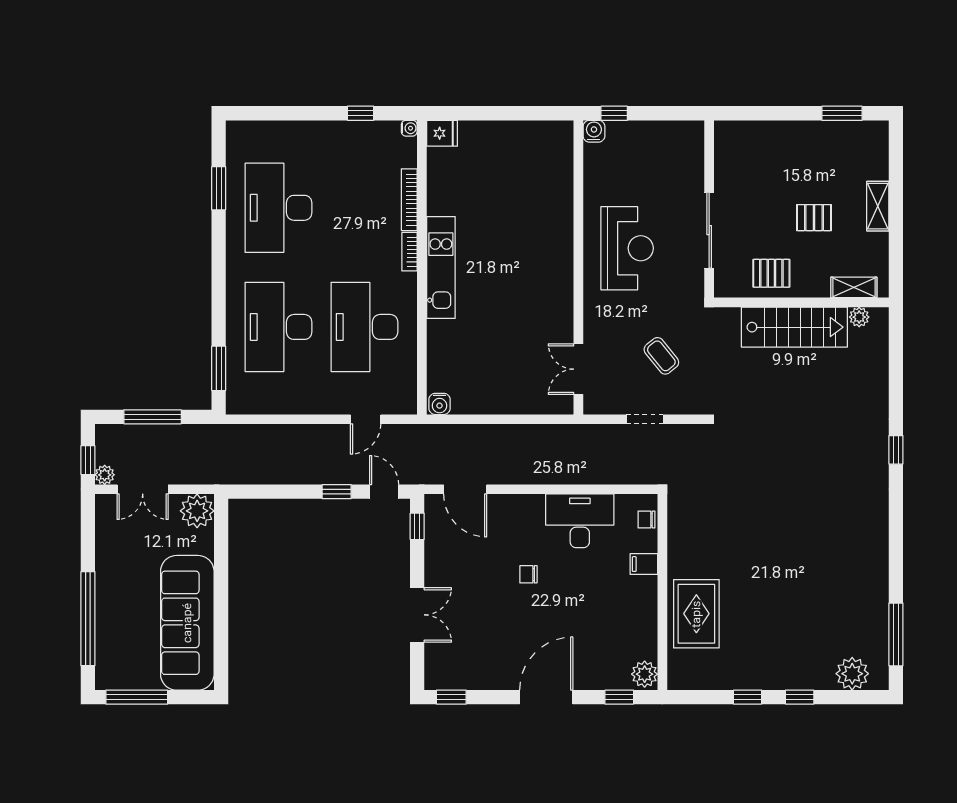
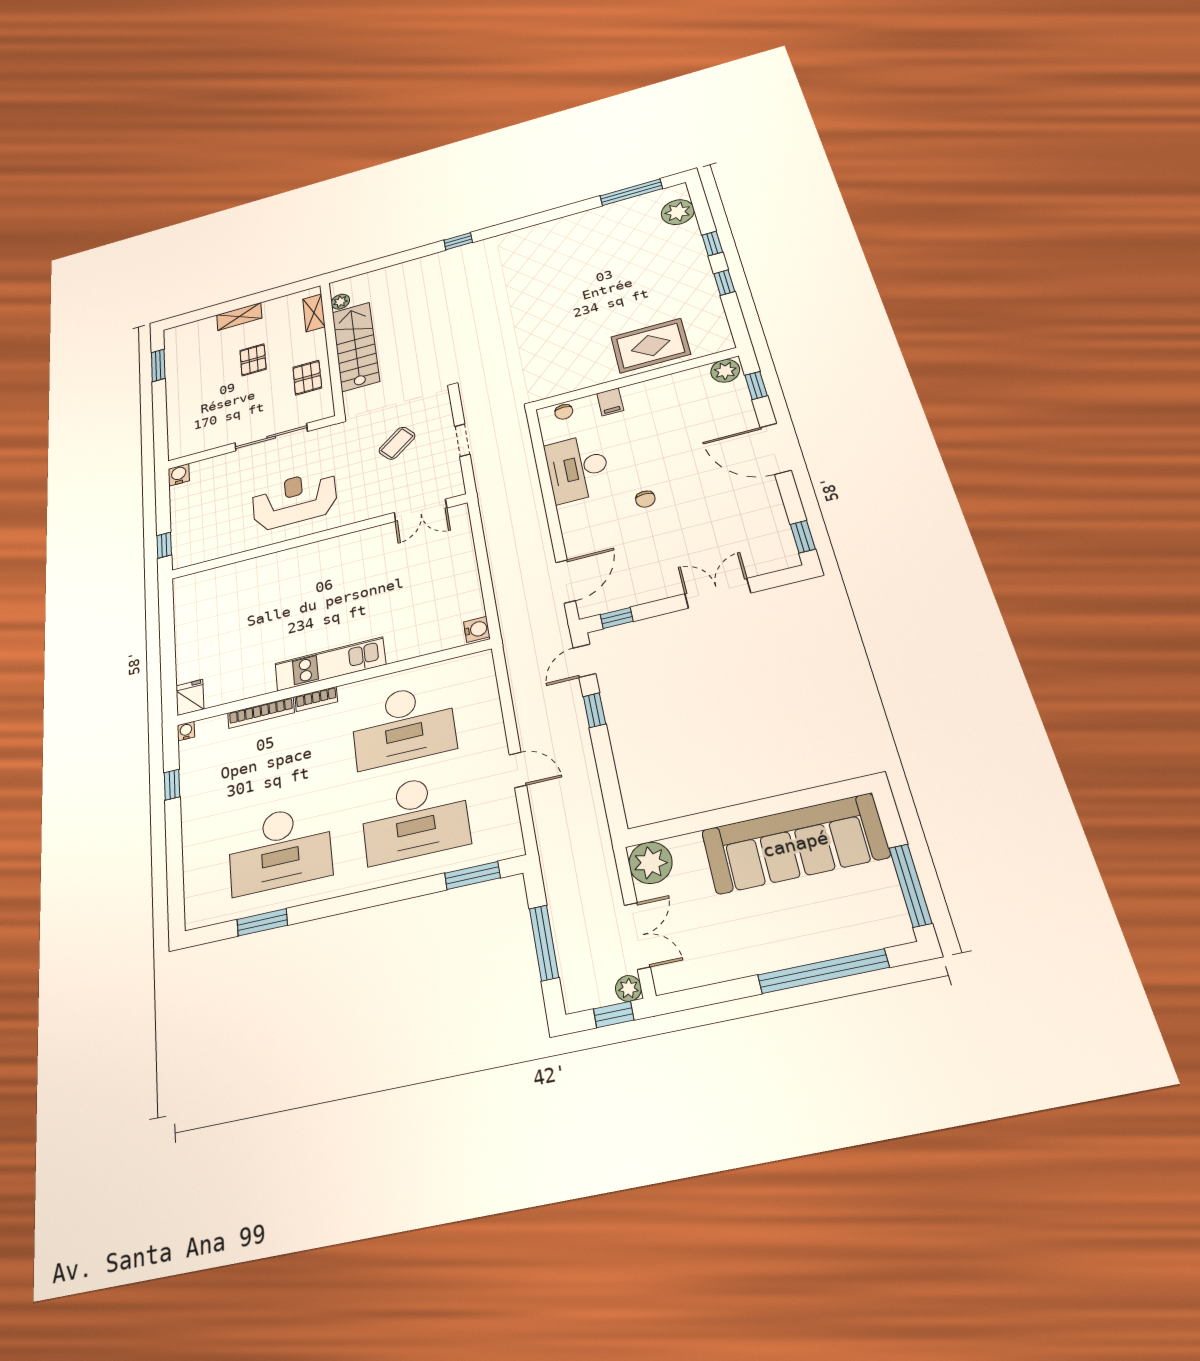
water cooler: (594, 131) -> (179, 475), moved, turned 90
door: (366, 419) -> (518, 770), moved

